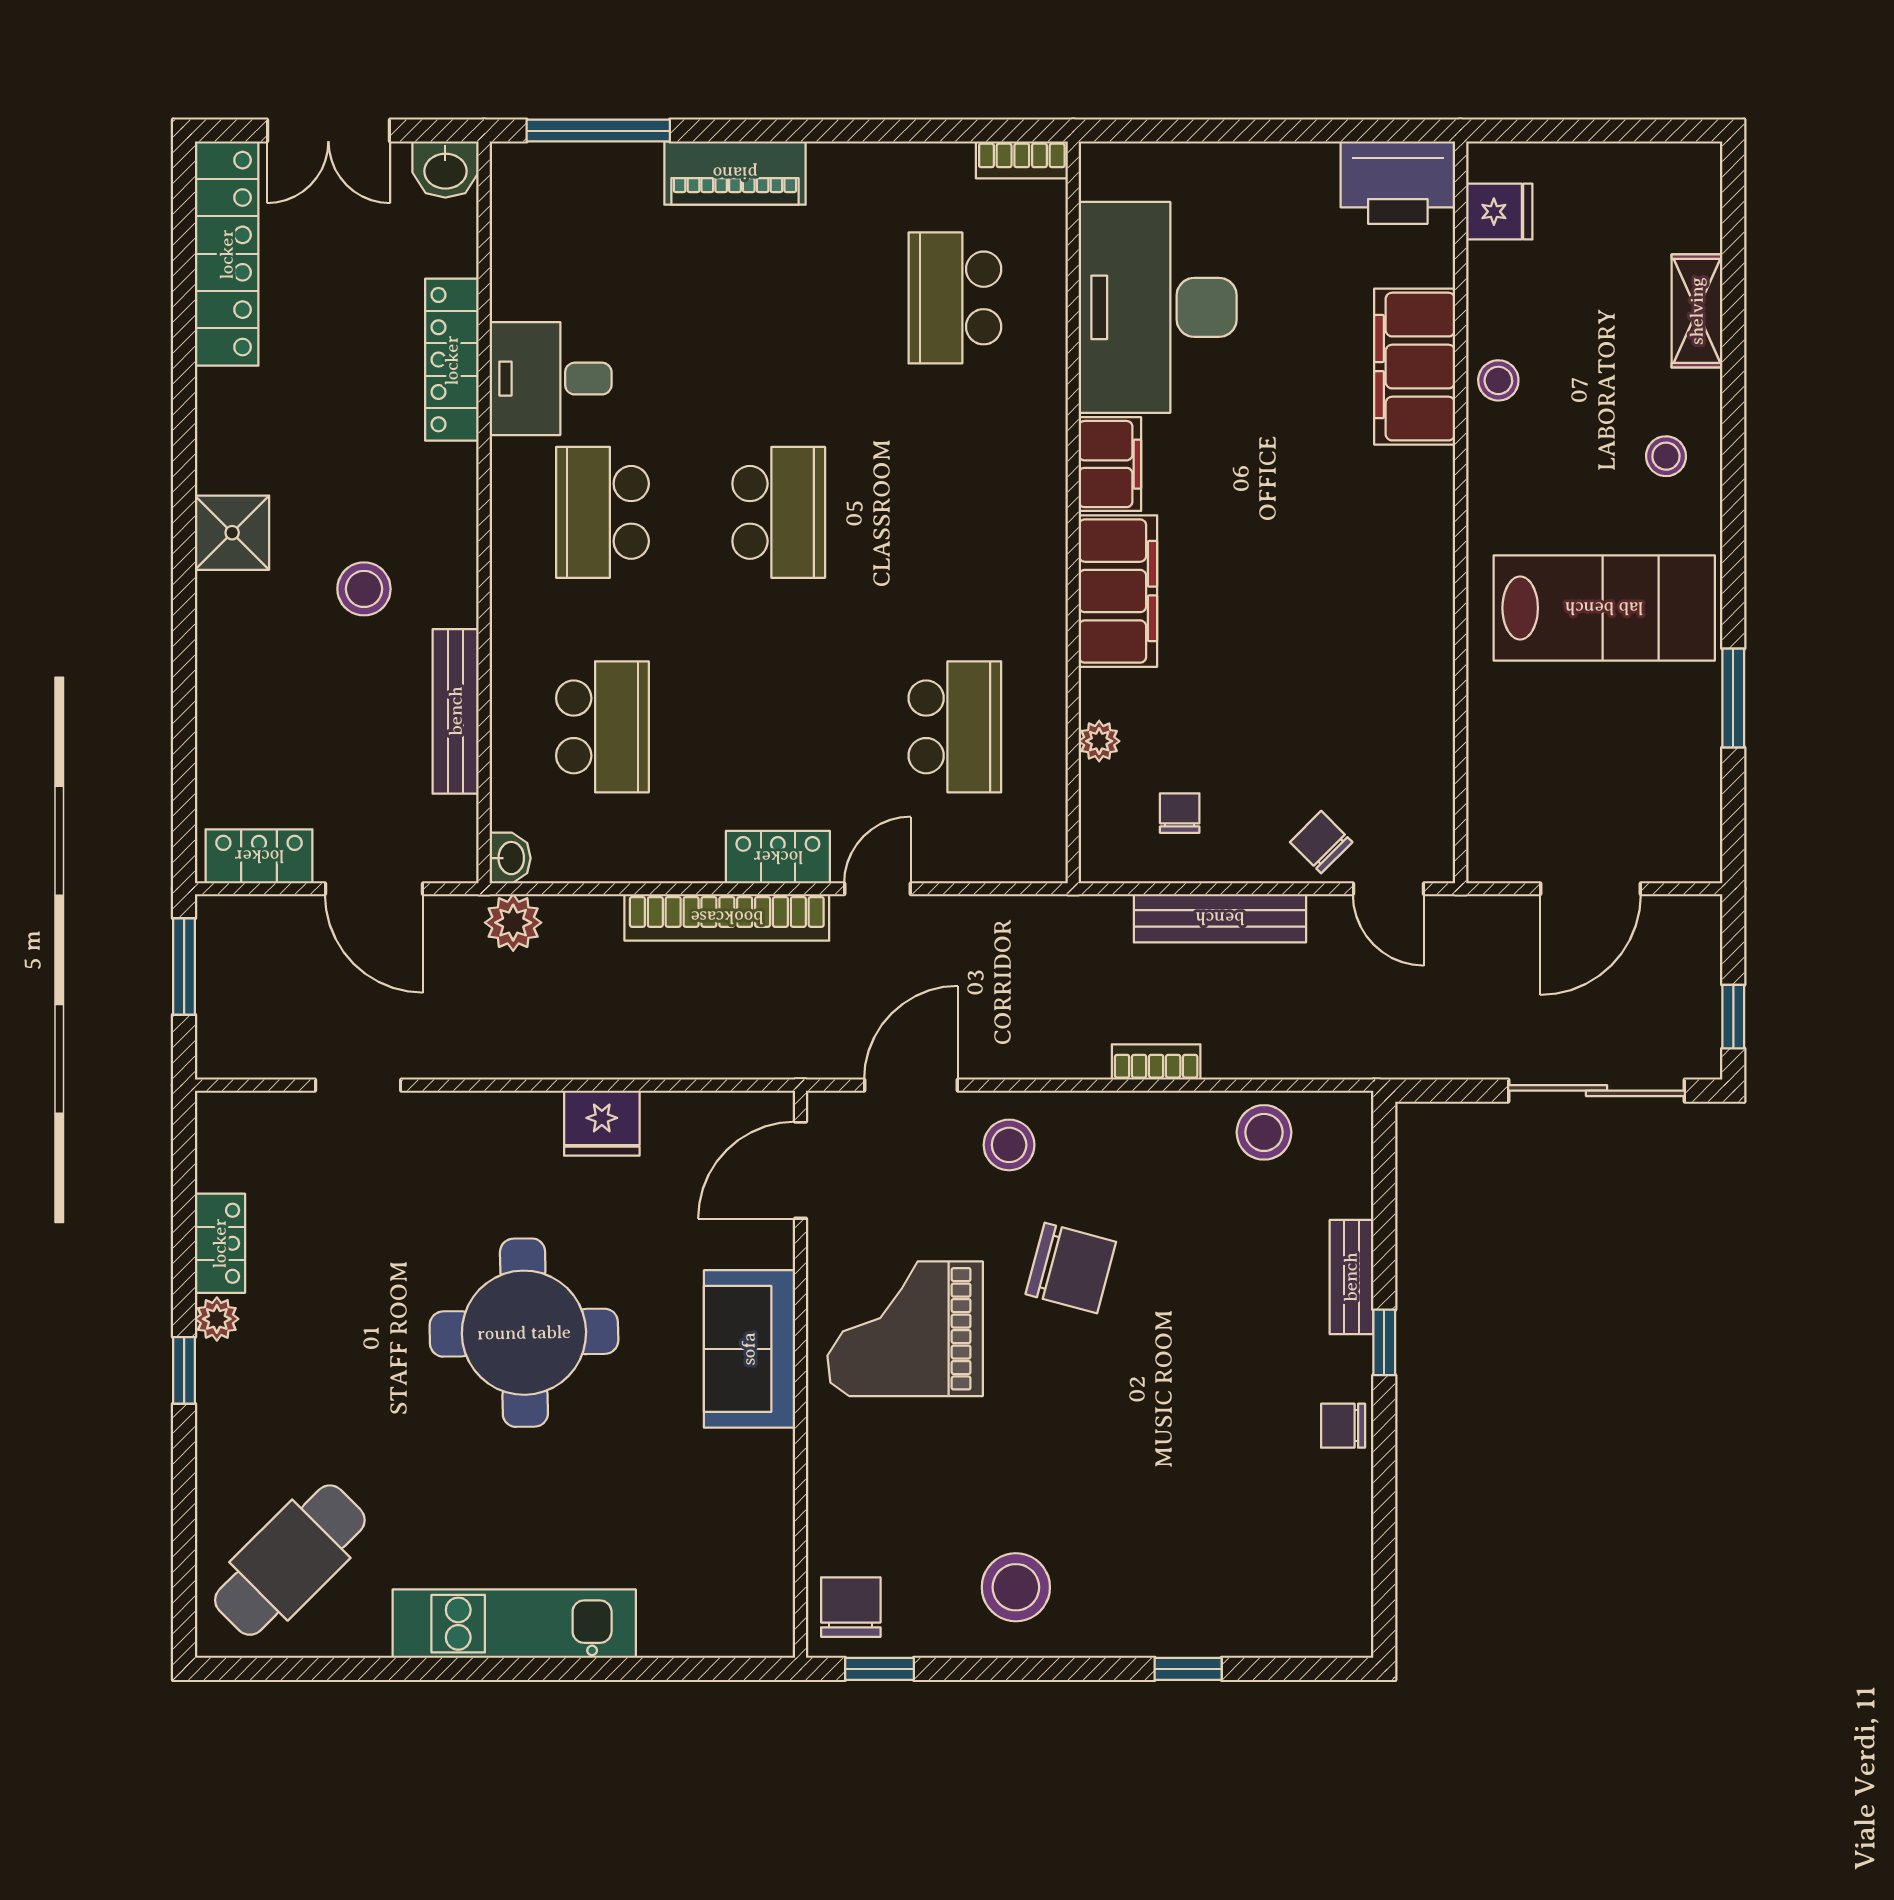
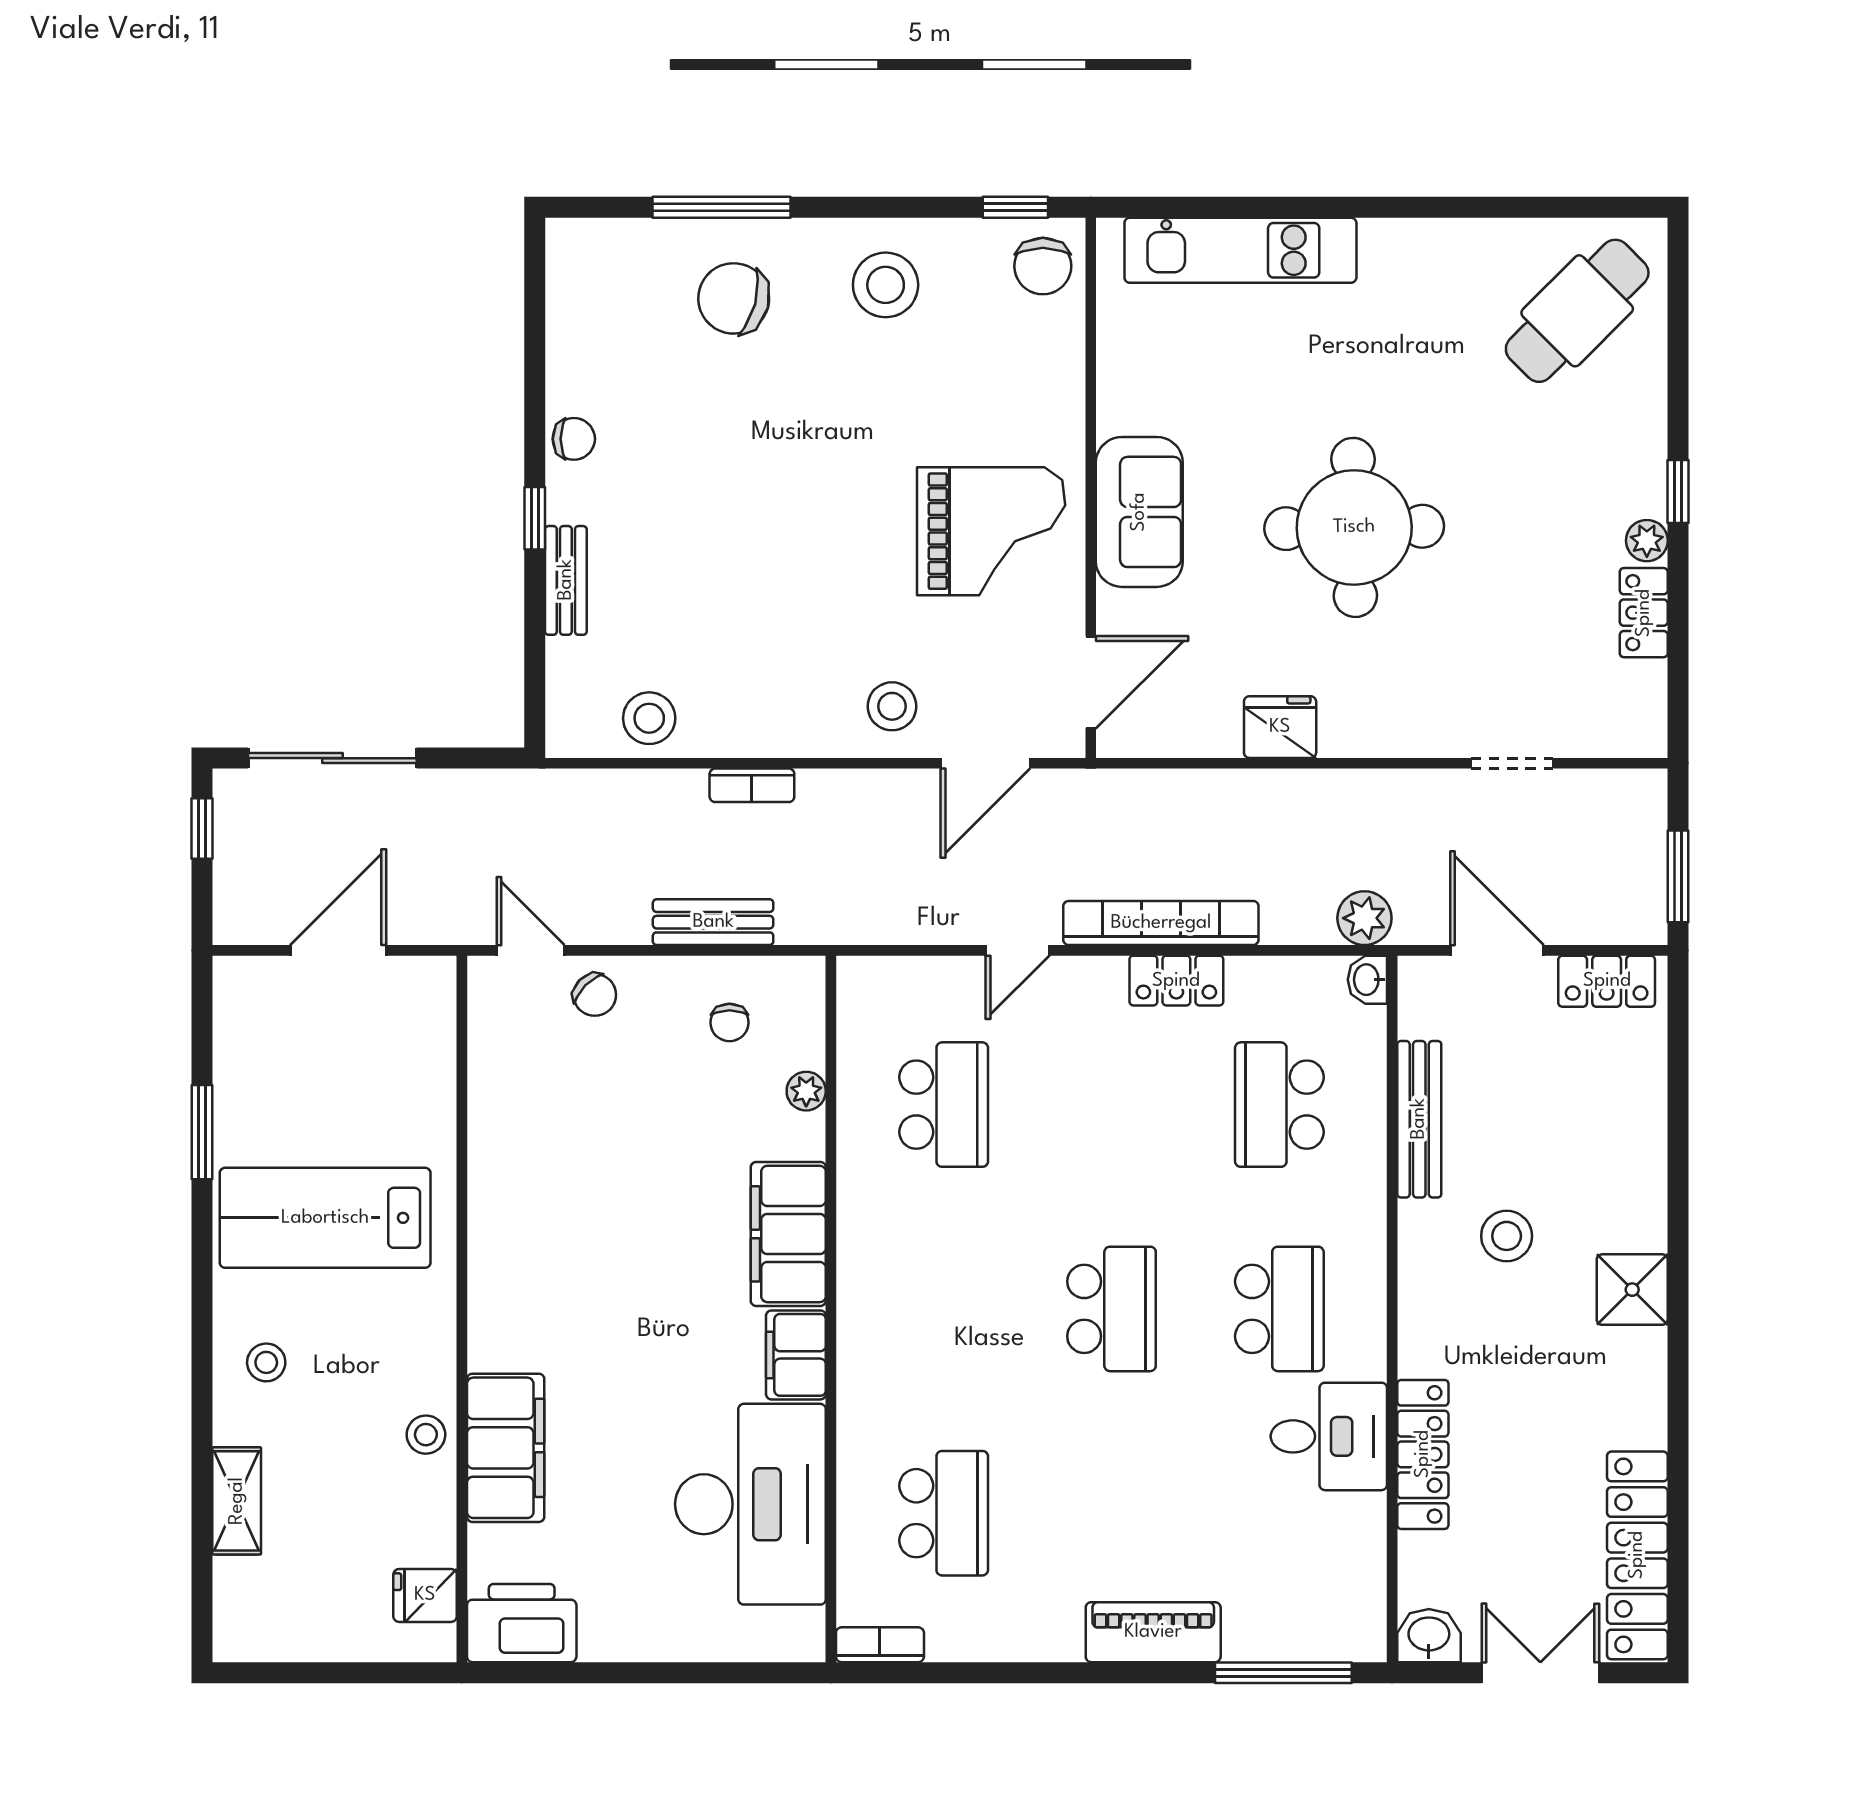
school desk: (779, 512) -> (1112, 1309), turned 180
school desk: (955, 727) -> (944, 1105), turned 180
locker: (778, 857) -> (1176, 981), moved
bench: (1220, 918) -> (713, 922), width x0.73
chair: (1071, 1268) -> (734, 298), moved
kitchen unit: (514, 1624) -> (1240, 250), moved
window: (1188, 1669) -> (721, 207), width x2.17

